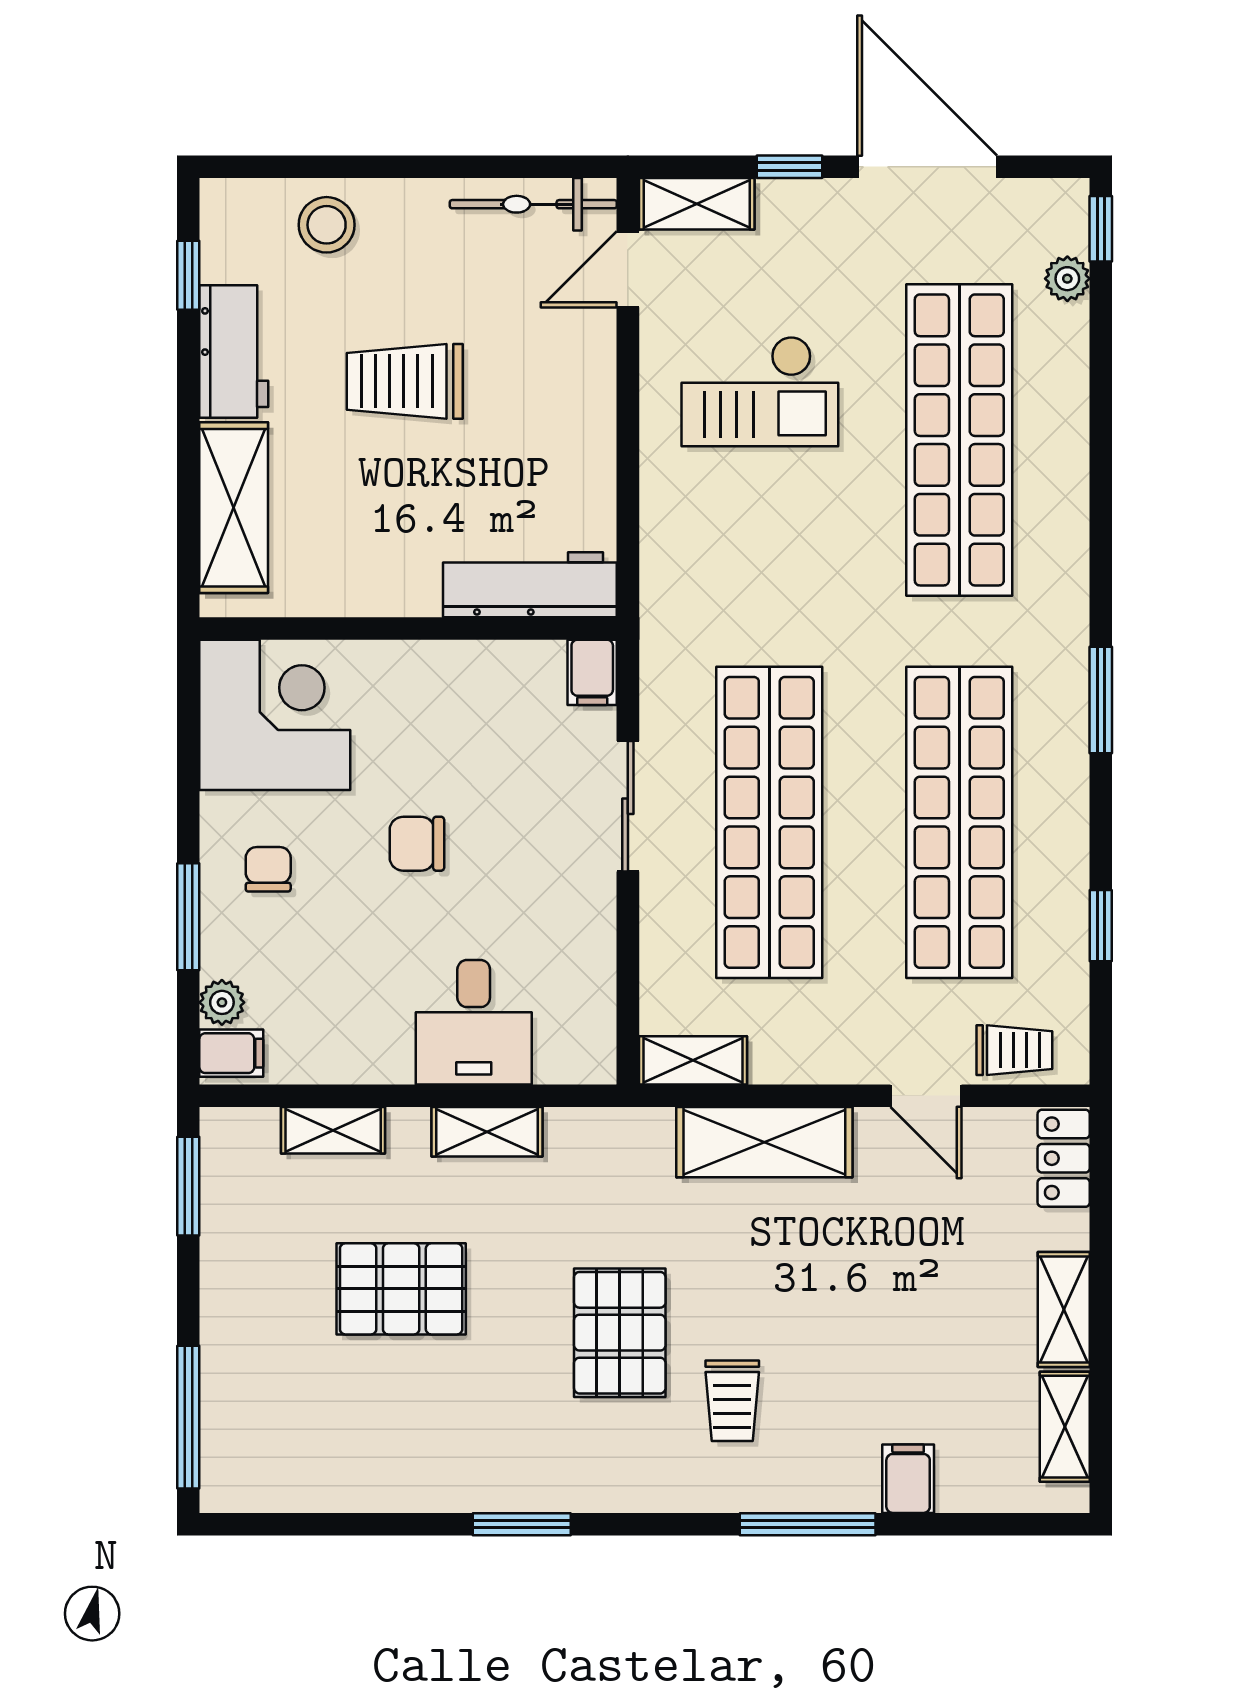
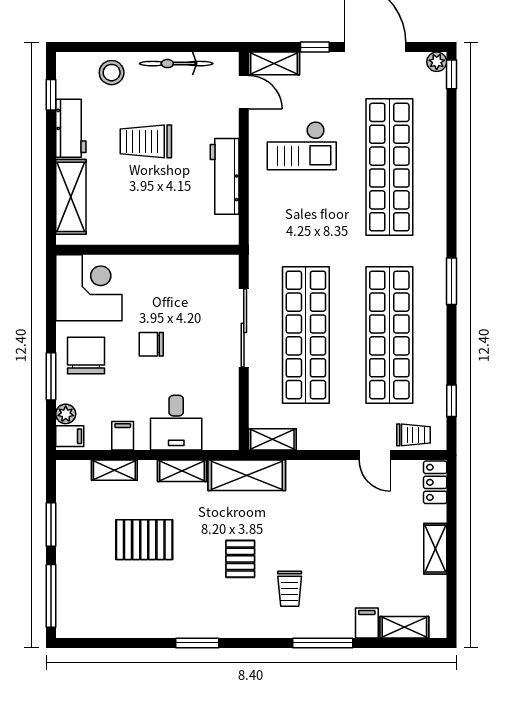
bicycle: (533, 204) -> (176, 64), moved
door: (628, 269) -> (244, 92), swing flipped
plant: (1067, 279) -> (437, 62), moved
workbench: (530, 585) -> (225, 176), moved, turned -90
filing cabinet: (592, 672) -> (123, 436), moved, turned 180
sliding door: (628, 806) -> (244, 328), width x1.37
chair: (268, 869) -> (86, 355), width x1.87, depth x1.87
window: (1101, 926) -> (451, 401), moved
shelving: (764, 1142) -> (247, 475), moved
window: (188, 1186) -> (51, 525), moved
pallet: (620, 1333) -> (240, 559), width x0.67, depth x0.71
shelving: (1065, 1427) -> (404, 627), moved, turned 90

